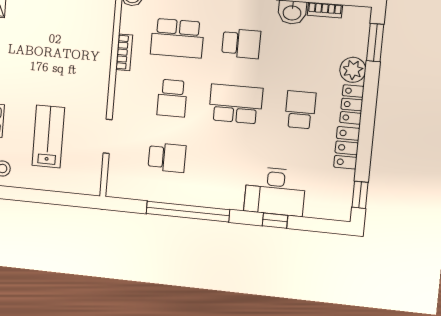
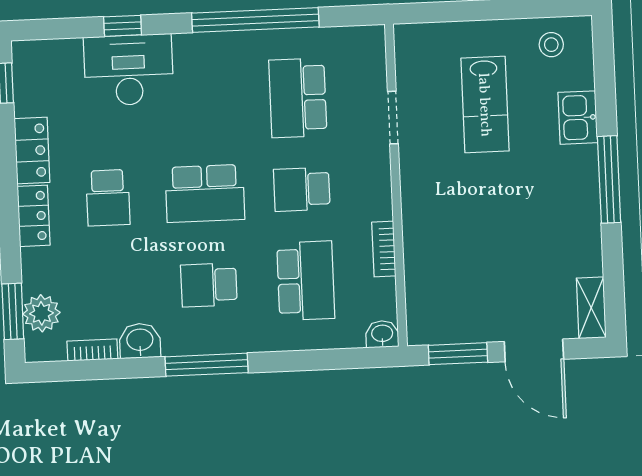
school desk: (177, 38) -> (306, 281), turned 90
plant: (353, 70) -> (41, 313), moved
school desk: (172, 98) -> (302, 189), turned -90
school desk: (167, 158) -> (298, 98), width x1.85

